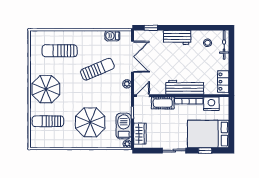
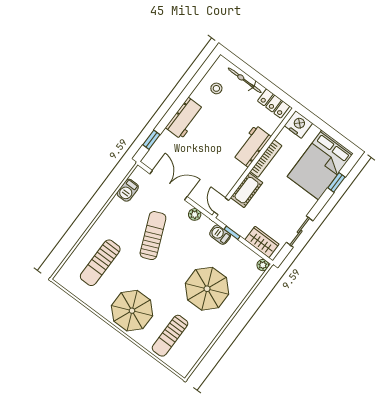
bicycle: (224, 45) -> (245, 80), moved
workbench: (185, 87) -> (252, 146), width x0.73
nightstand: (211, 104) -> (298, 124), moved, turned 90
barbecue: (124, 126) -> (220, 235), moved, width x0.53, depth x0.65
sliding door: (174, 151) -> (300, 232), moved

